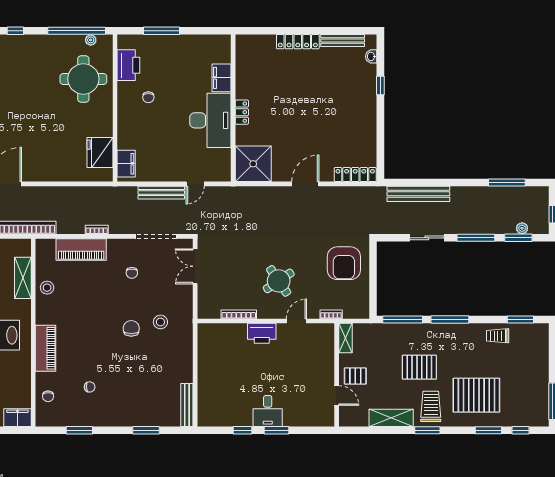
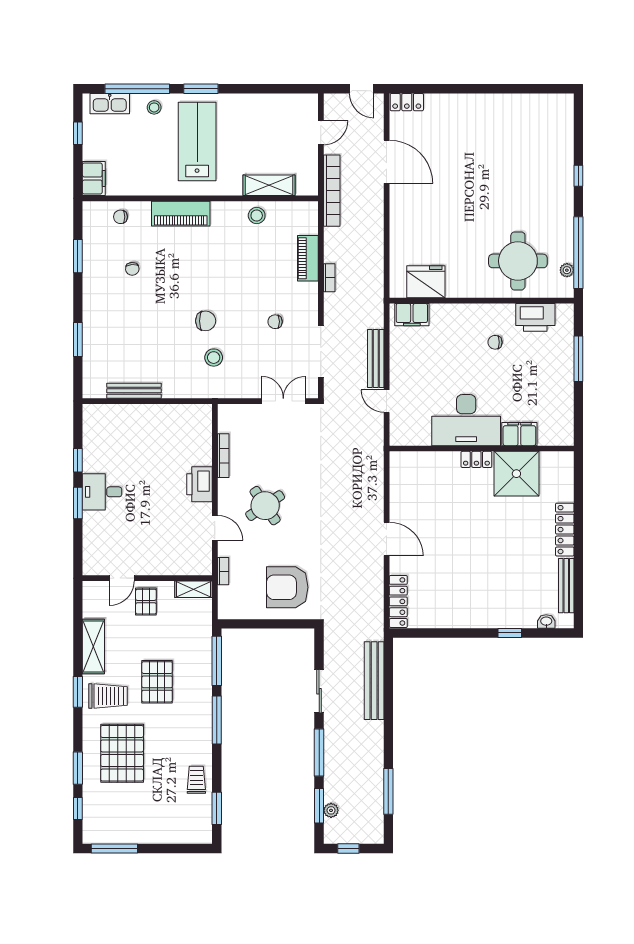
shower: (253, 164) -> (516, 474), moved
piano: (81, 249) -> (308, 258), width x0.73, depth x0.75
bench: (187, 405) -> (134, 391), moved

